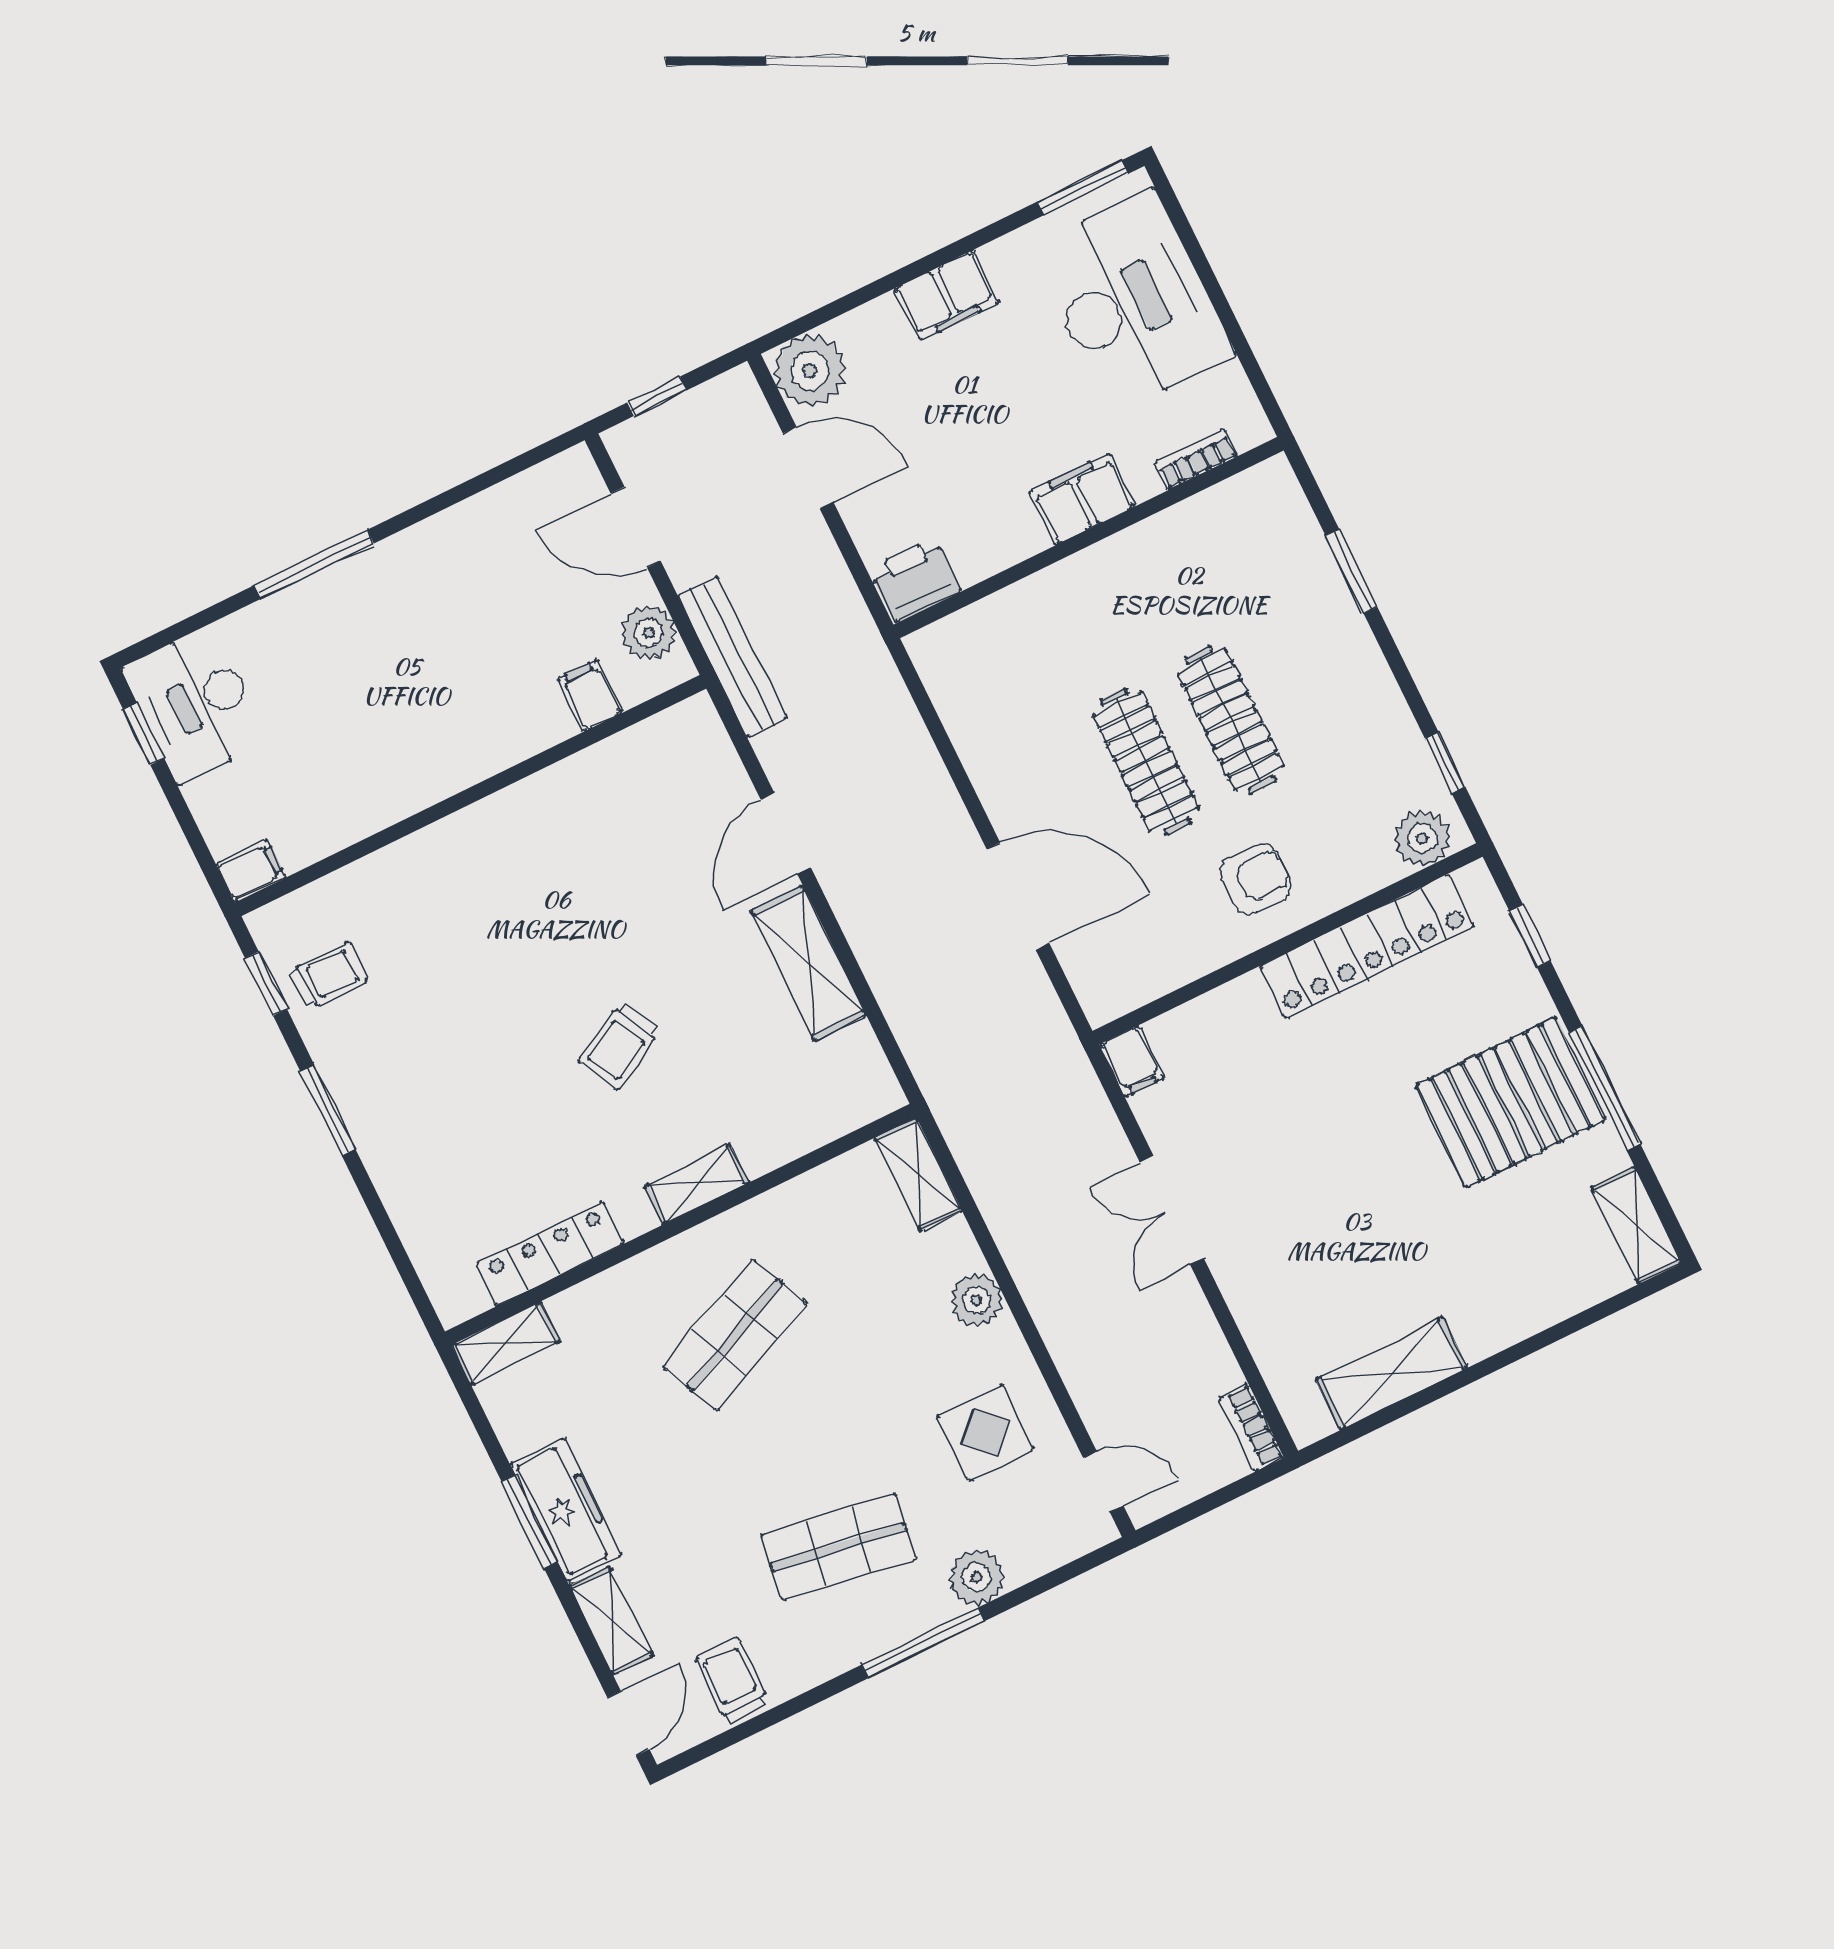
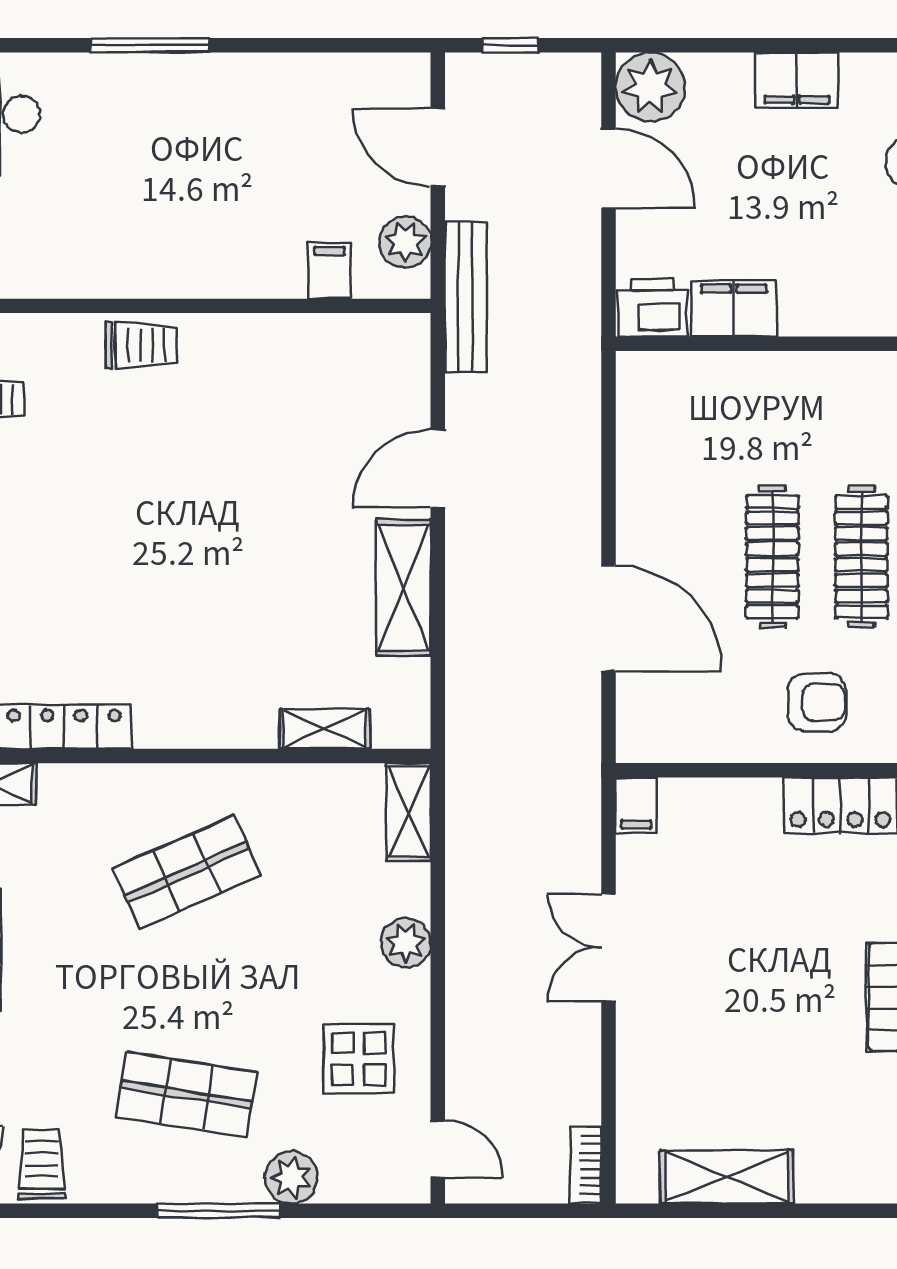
filing cabinet: (1082, 499) -> (734, 308), moved
trolley: (619, 1046) -> (141, 346), moved, turned -152
shelving: (697, 1184) -> (325, 729), moved

